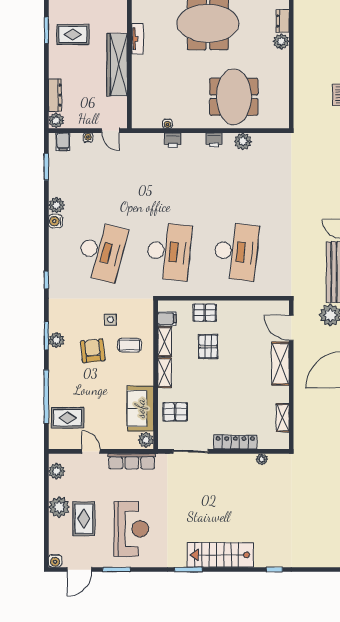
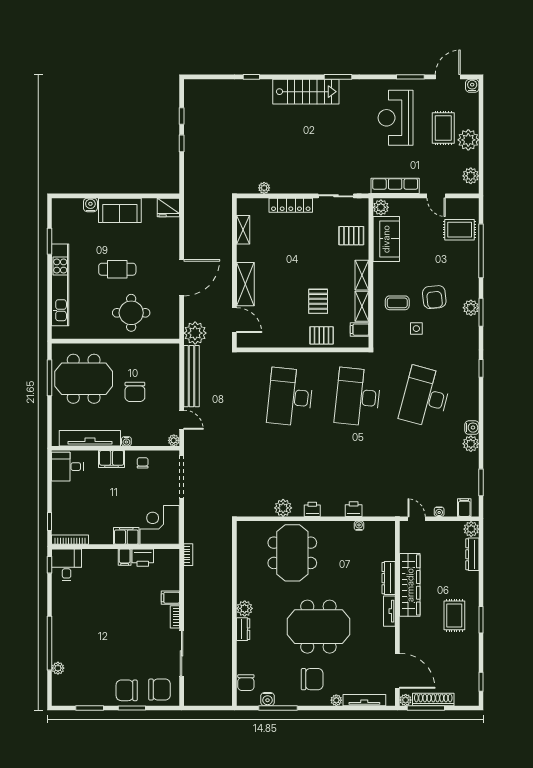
rug: (73, 35) -> (454, 615), turned 90
dresser: (138, 72) -> (389, 578), added

